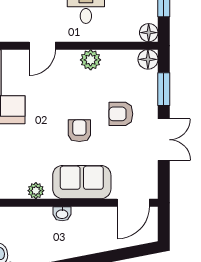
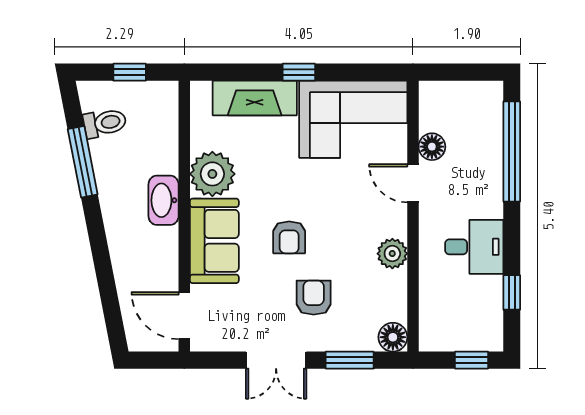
floor lamp: (149, 33) -> (432, 147), moved
armchair: (79, 131) -> (289, 237), turned 90
plant: (36, 191) -> (212, 174), width x1.88, depth x1.88
washbasin: (62, 214) -> (164, 200), width x1.91, depth x1.45

